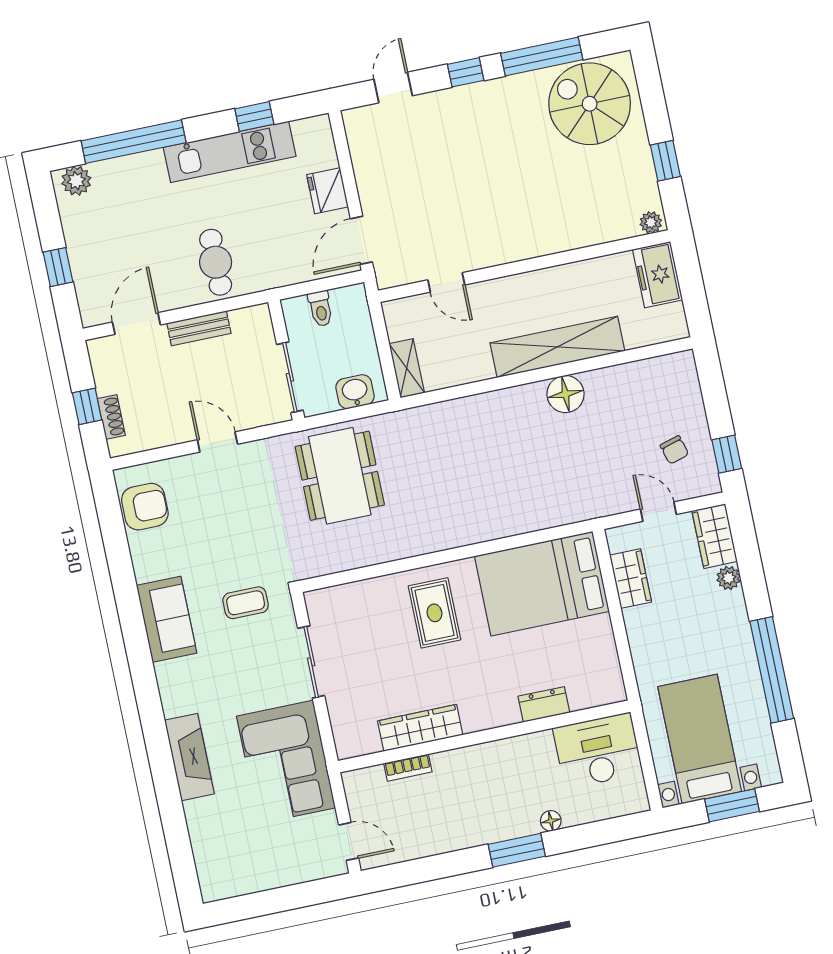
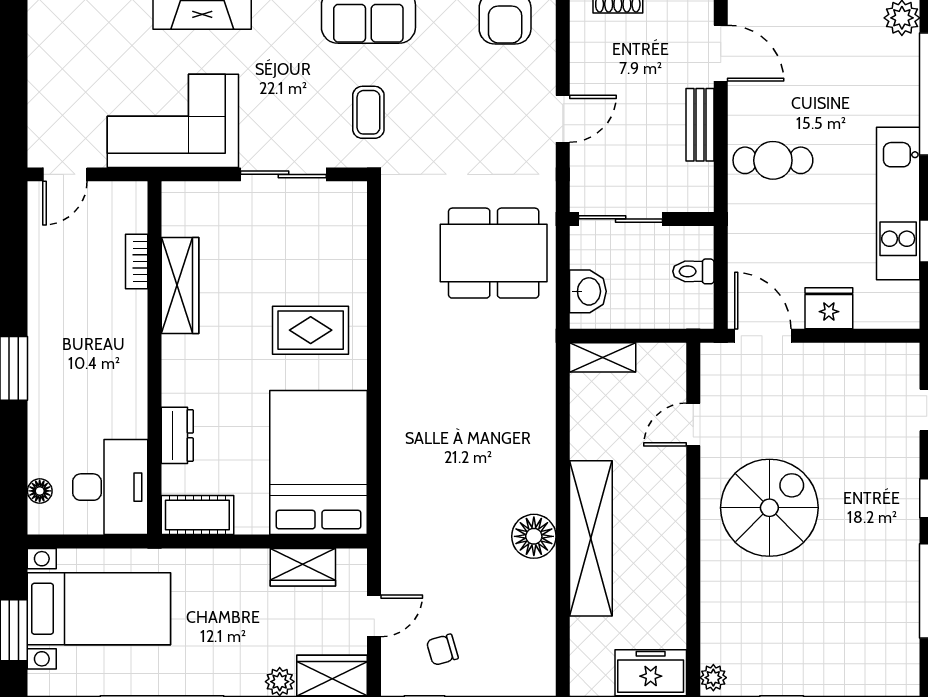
spiral stairs: (590, 104) -> (769, 508), moved
cot: (606, 674) -> (197, 515), added
floor lamp: (551, 821) -> (40, 491), moved

